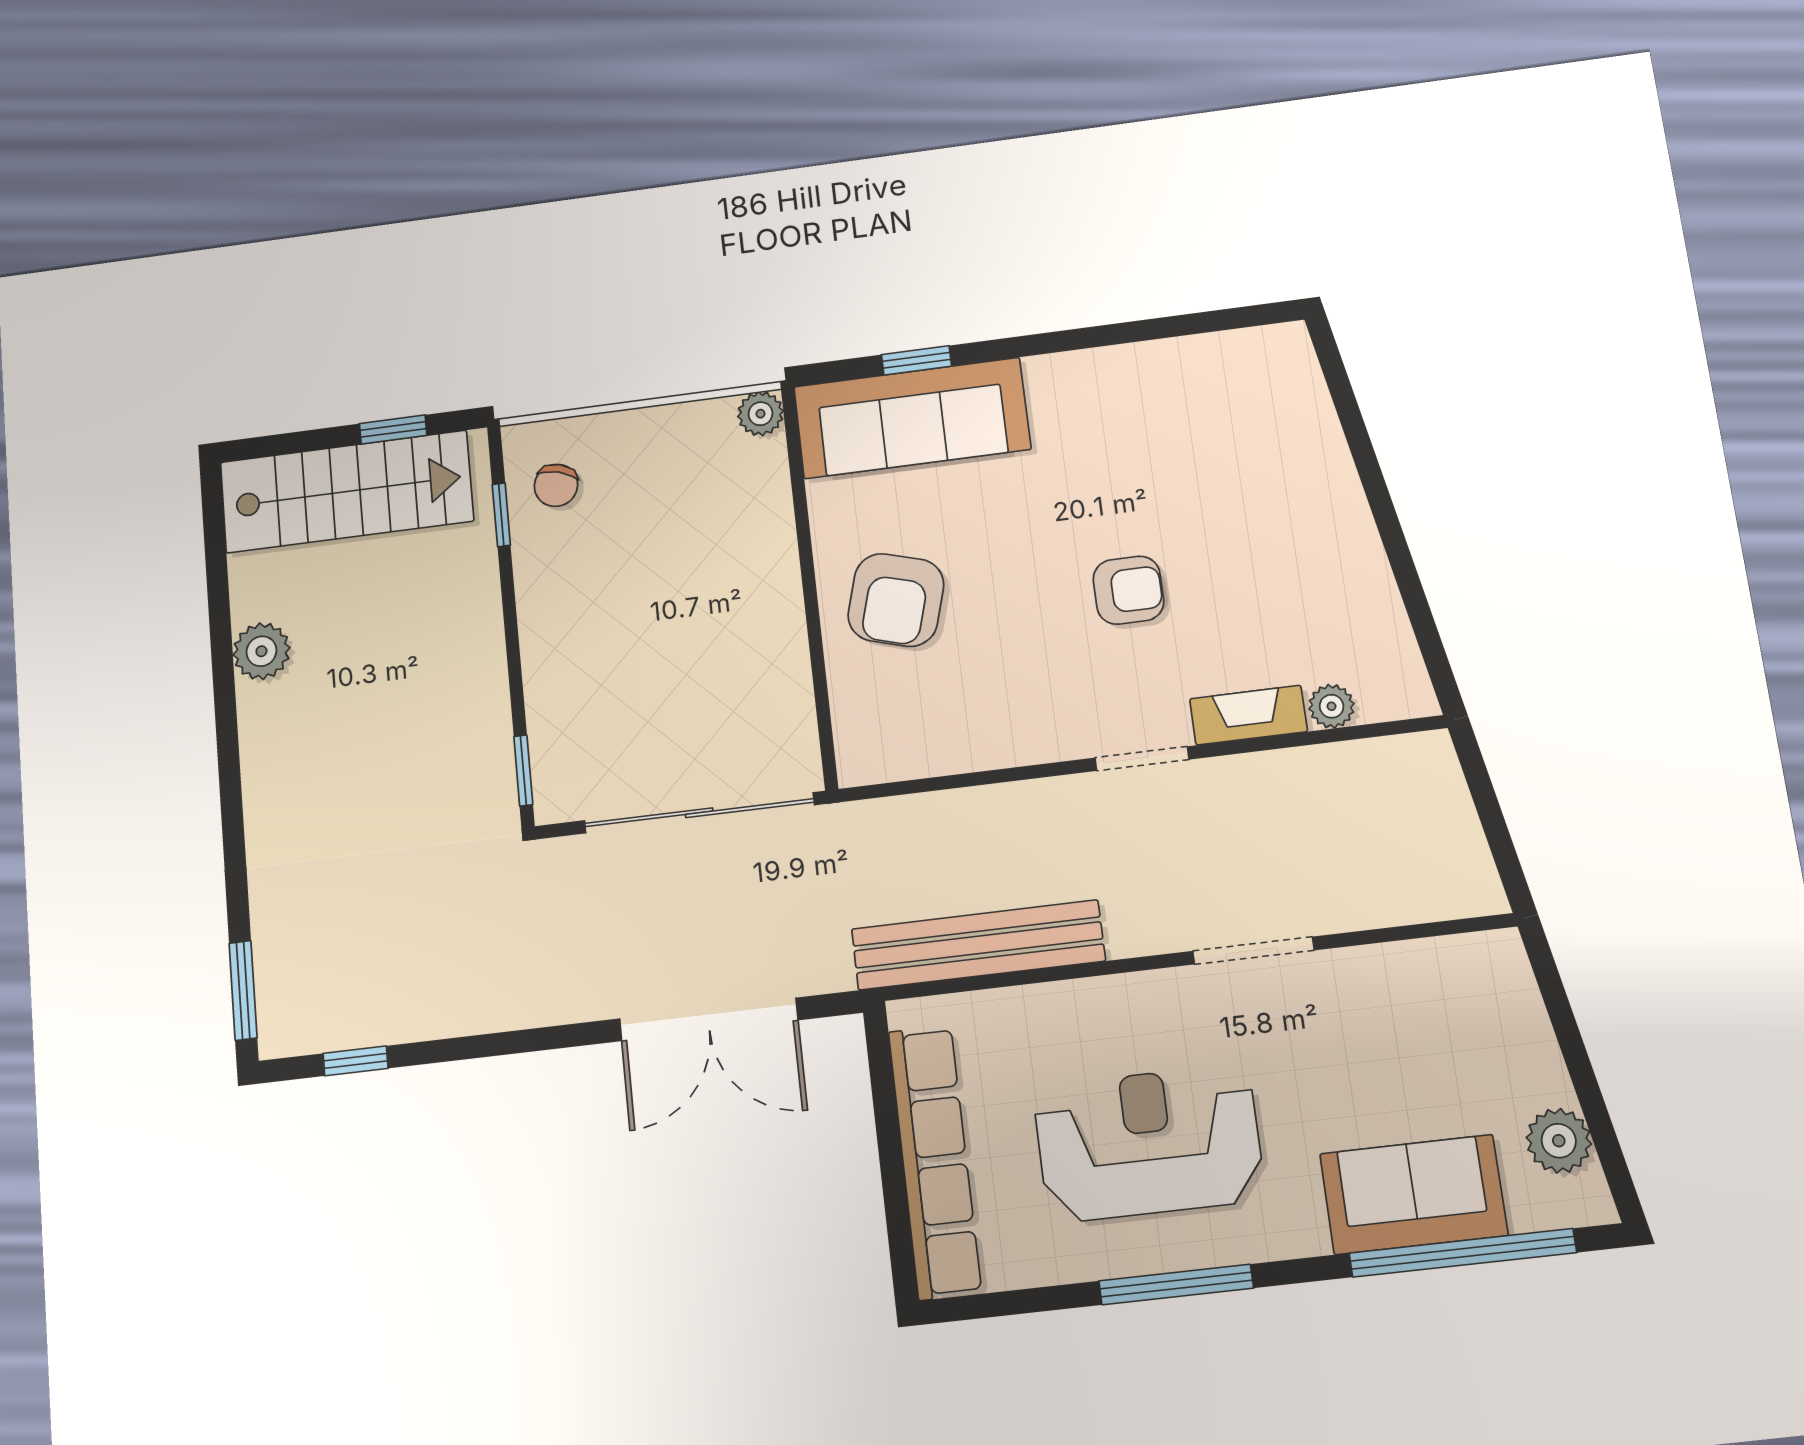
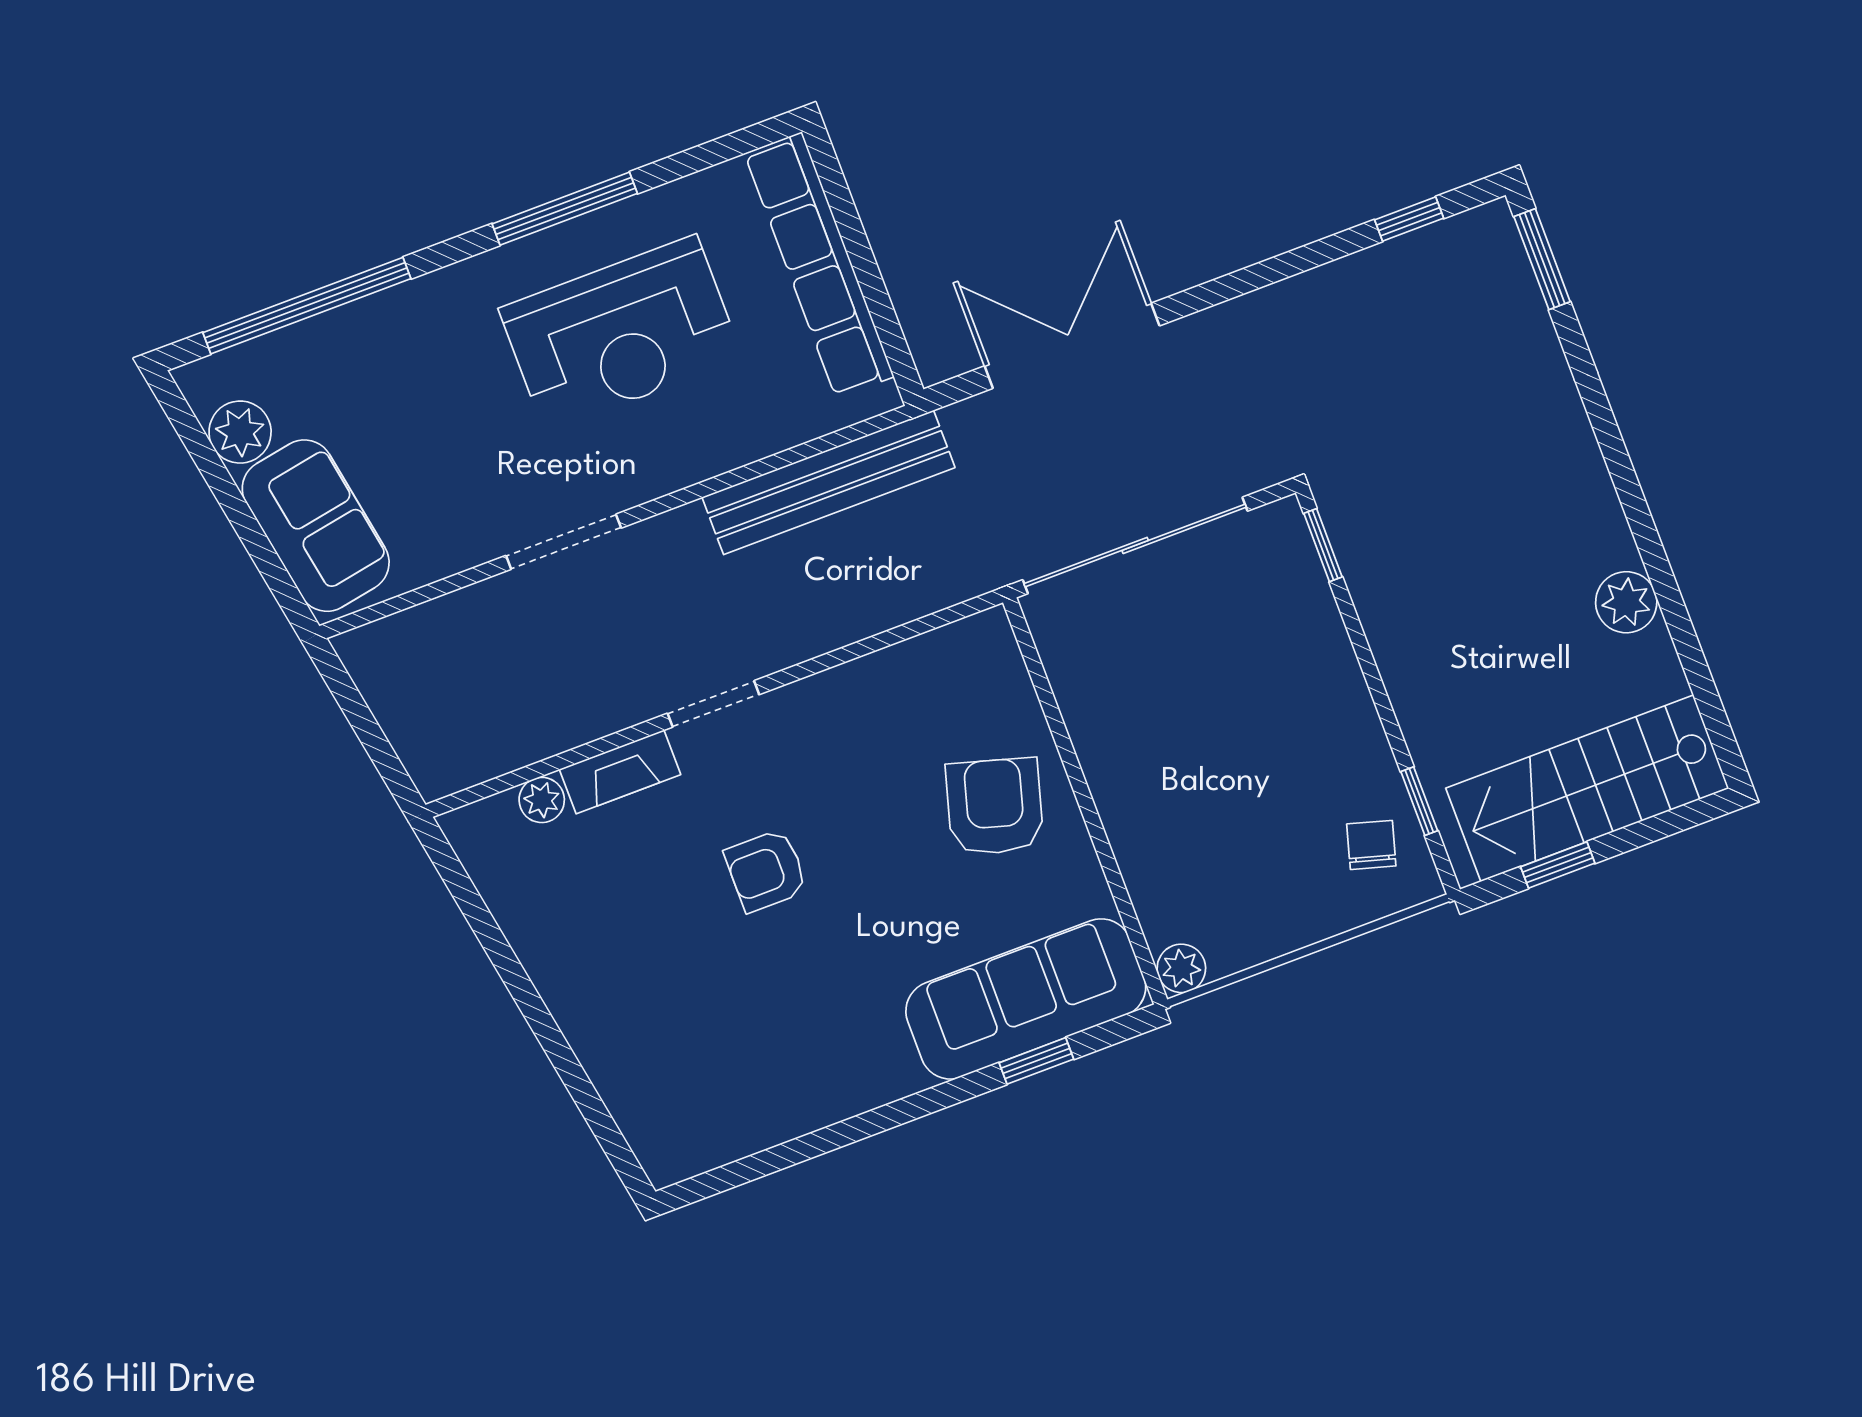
sofa: (1414, 1195) -> (316, 526), moved, turned -100

